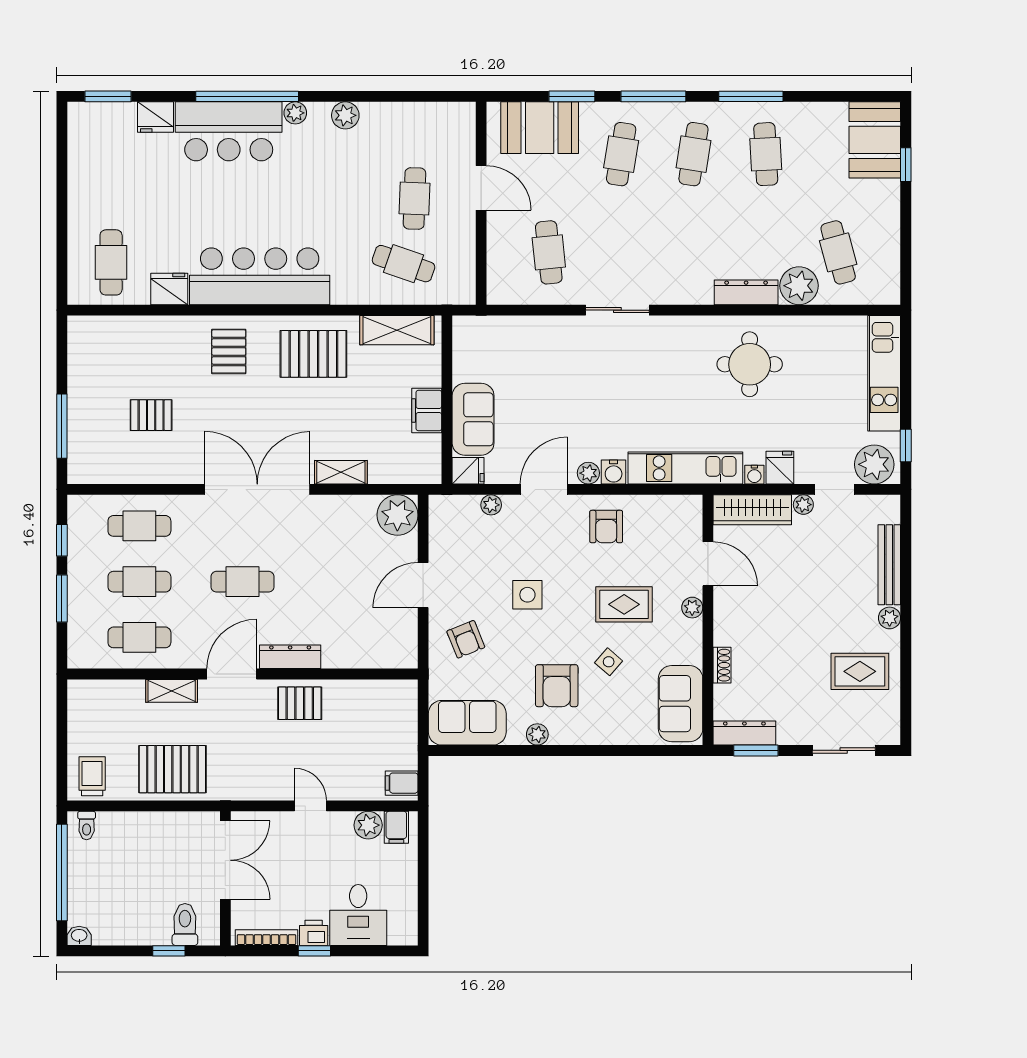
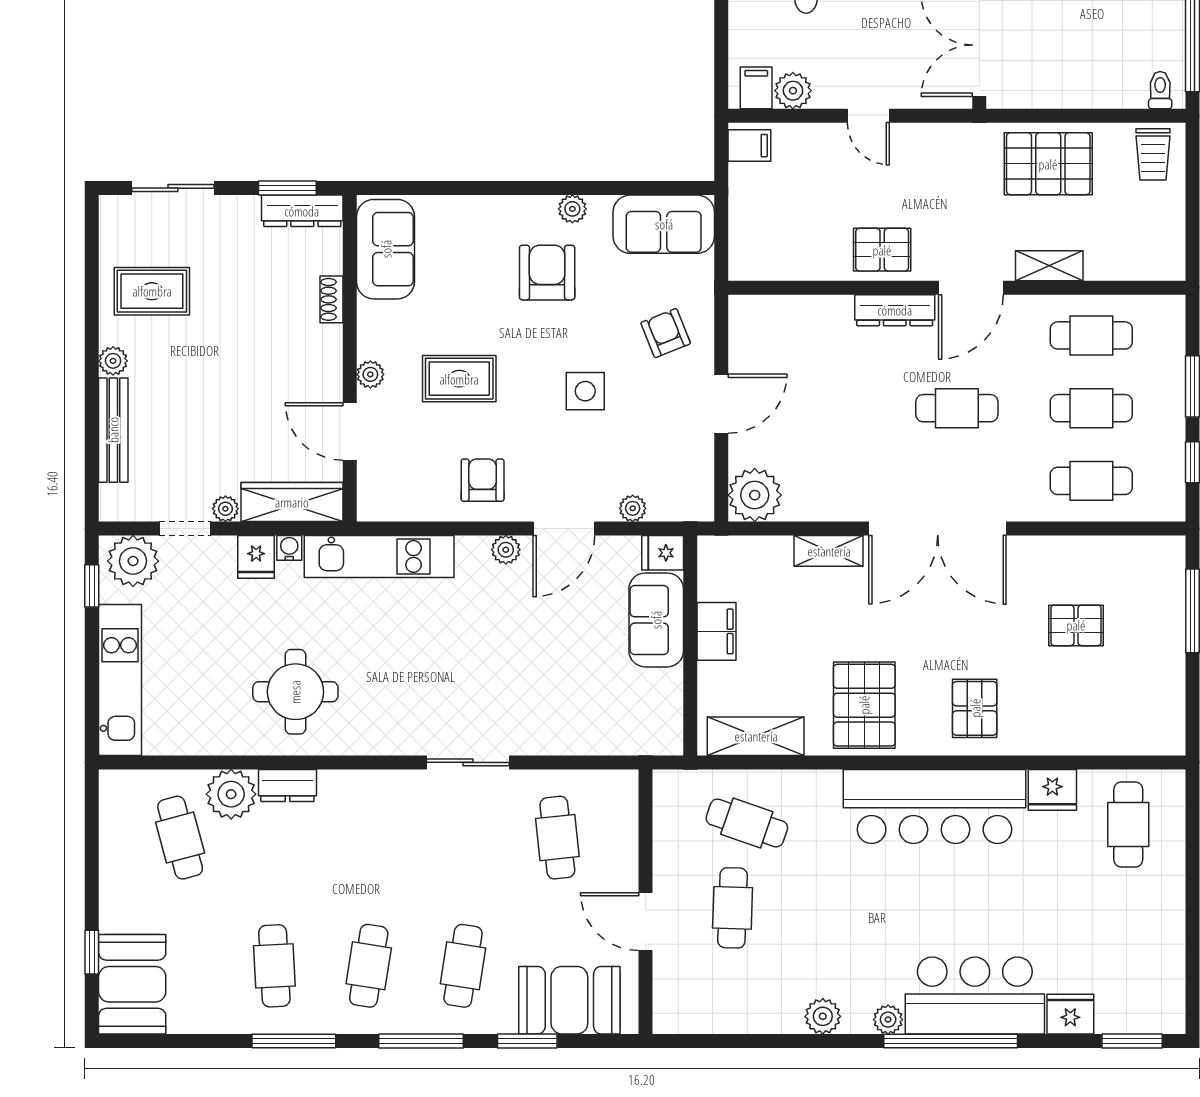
dresser: (746, 292) -> (287, 785), width x0.70
pallet: (313, 354) -> (864, 705), turned 90
water cooler: (614, 472) -> (473, 551), removed
side table: (609, 662) -> (479, 304), removed

